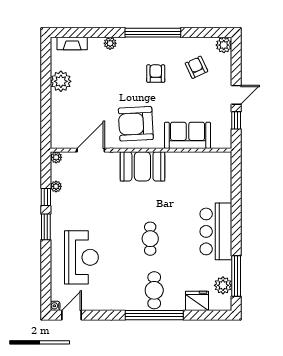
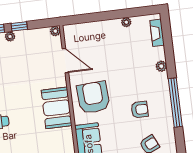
plant: (61, 81) -> (126, 22), width x0.53, depth x0.53
plant: (56, 186) -> (10, 36), moved

